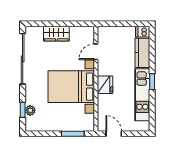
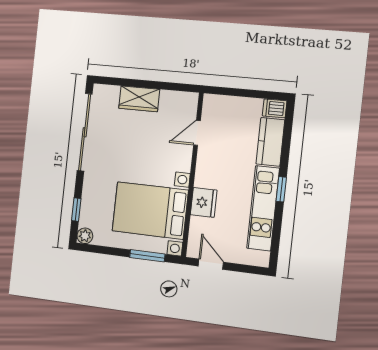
fridge: (105, 85) -> (204, 202), moved
bed with nightstands: (71, 87) -> (150, 211), moved
plant: (30, 110) -> (85, 236), moved

